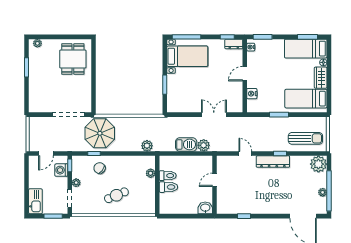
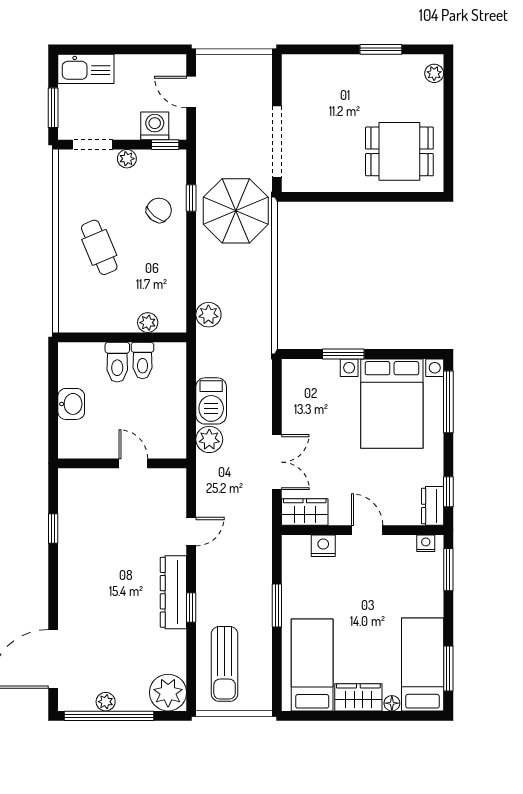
bed with nightstands: (187, 56) -> (392, 404), width x1.36
wardrobe: (237, 102) -> (305, 512), added
washbasin: (205, 208) -> (71, 404), moved

